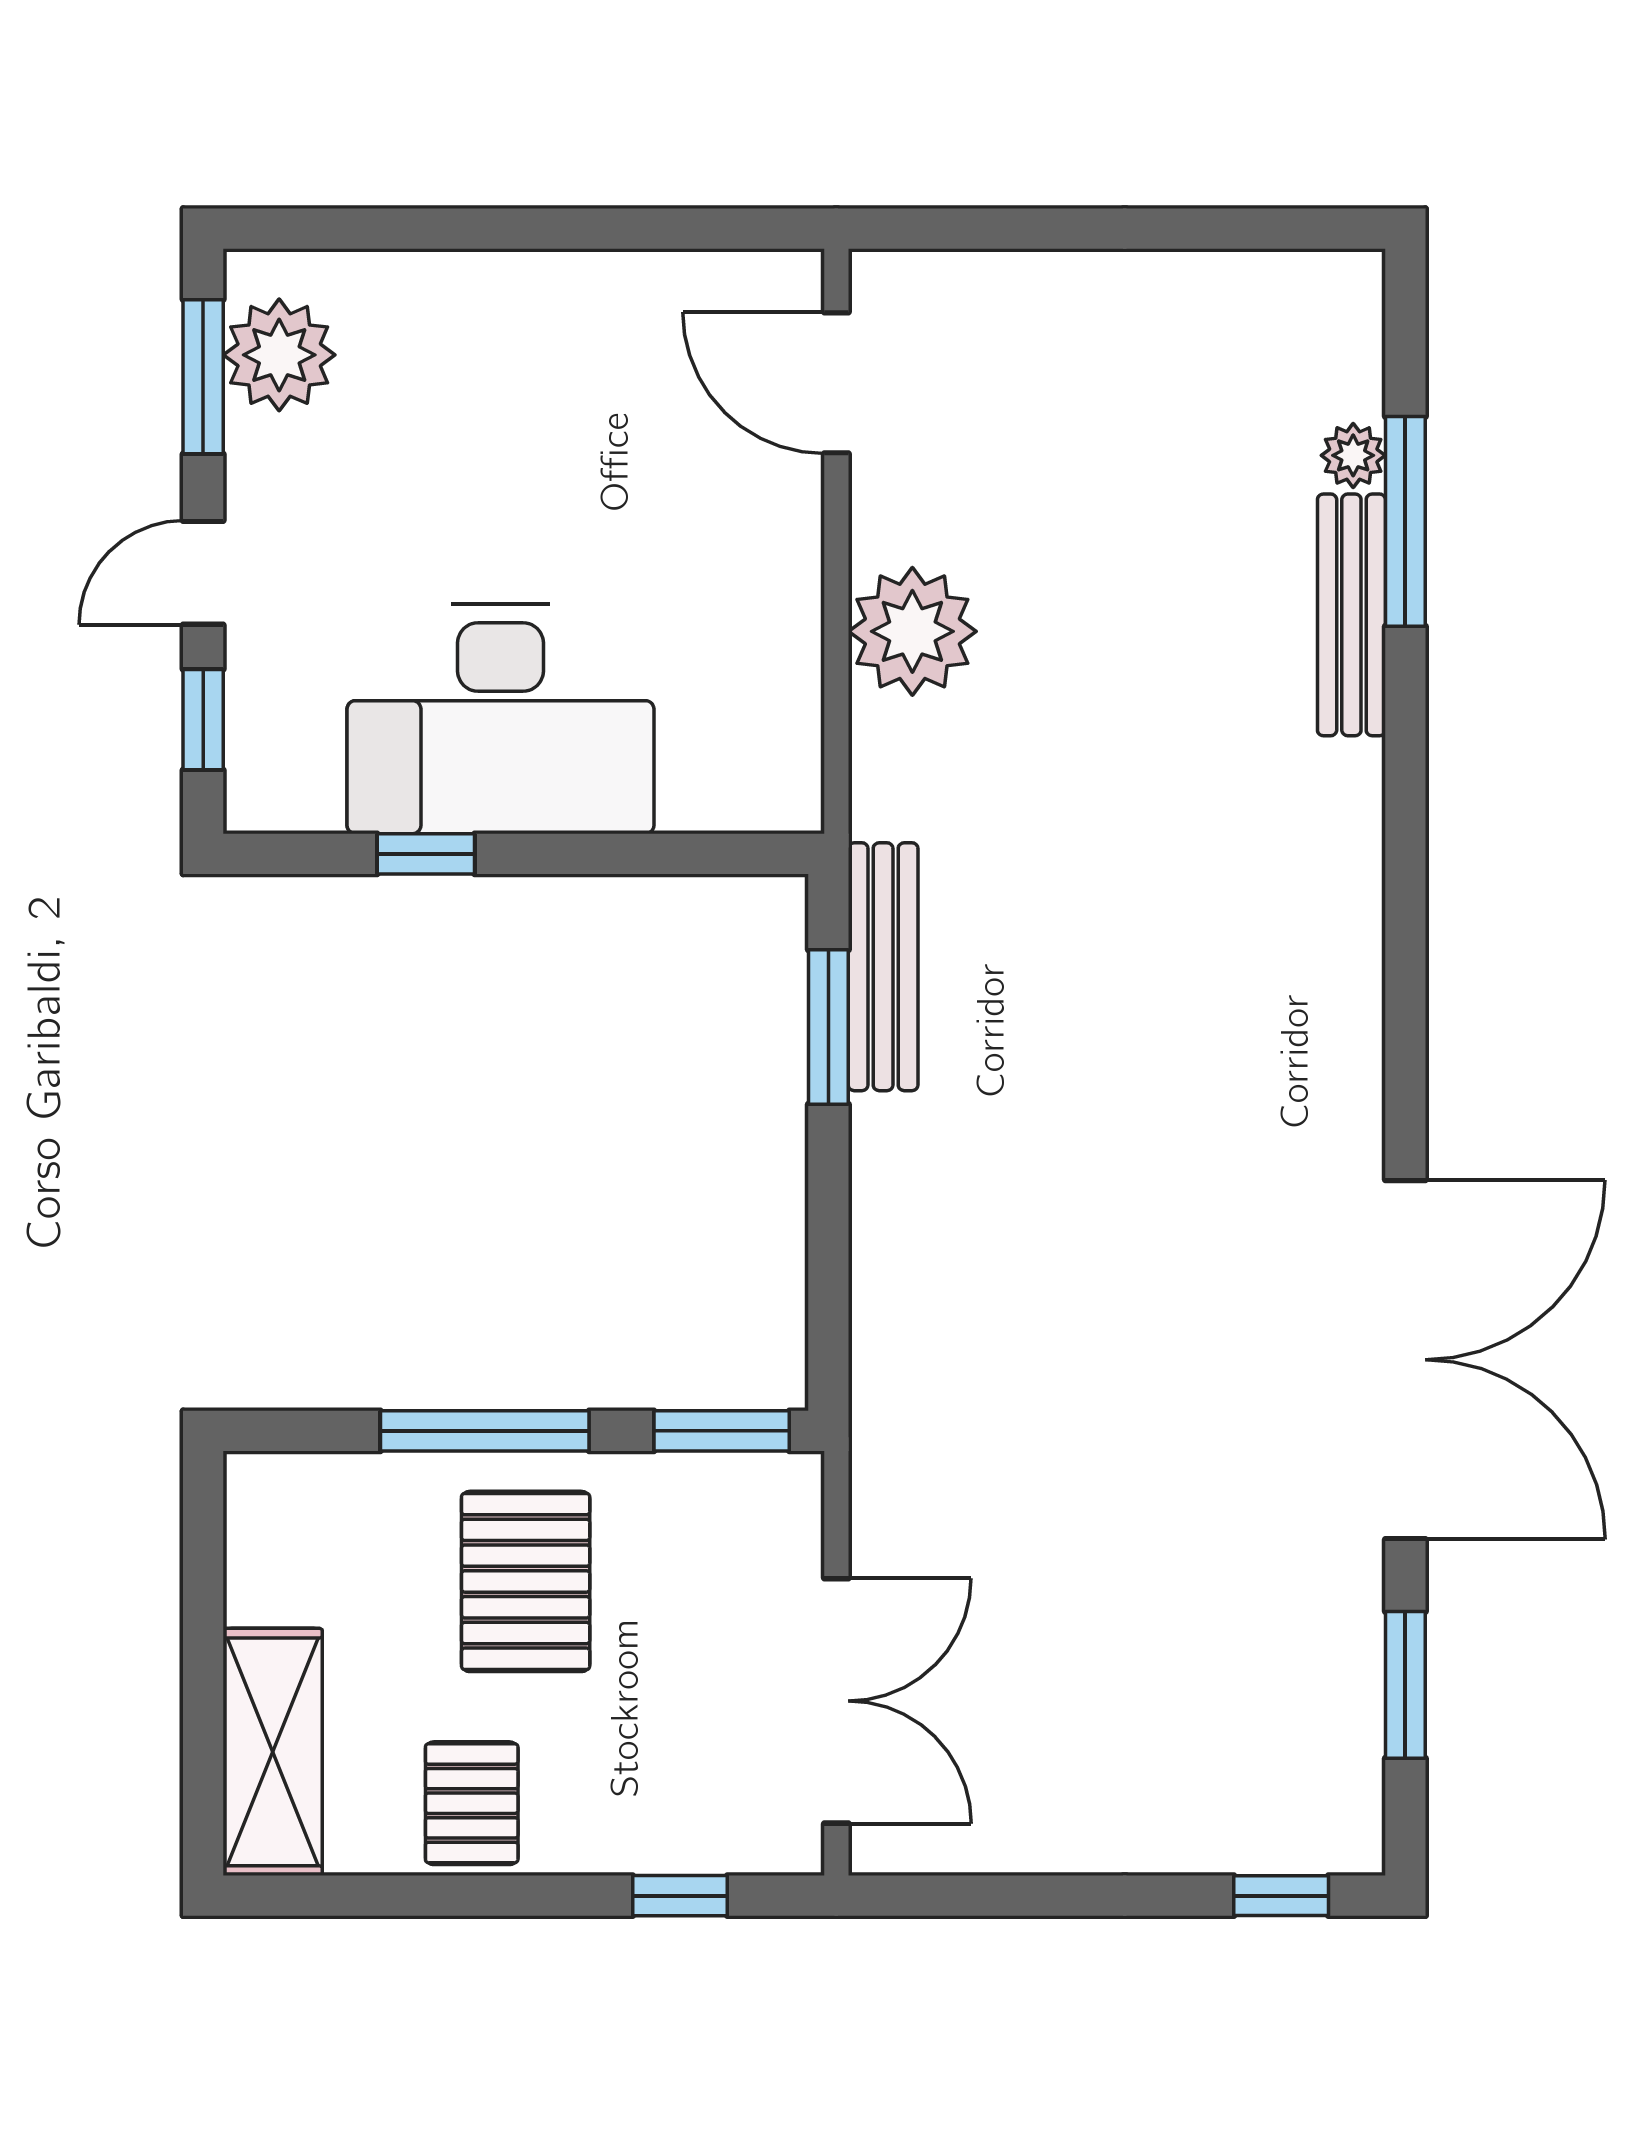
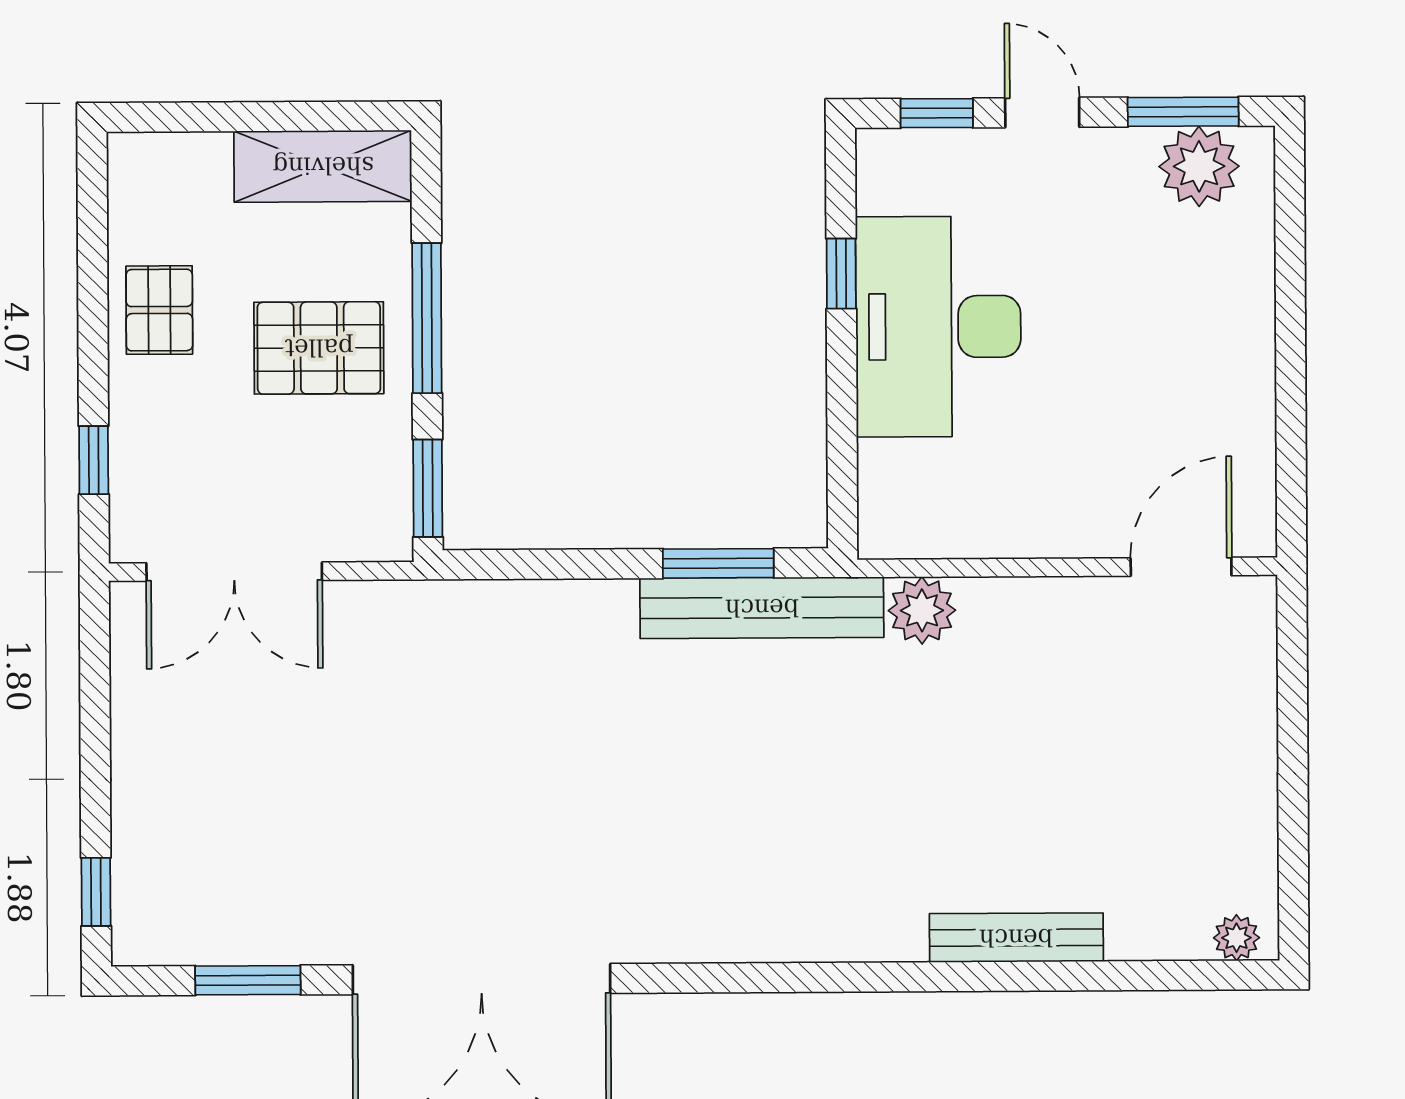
plant: (1353, 455) -> (1236, 938), moved
window: (1405, 521) -> (1084, 976), removed
plant: (912, 631) -> (922, 610), moved, width x0.73, depth x0.73
bench: (883, 967) -> (762, 608), width x1.37, depth x1.21
shelving: (273, 1752) -> (323, 166), moved
pallet: (472, 1803) -> (159, 310), turned 90

